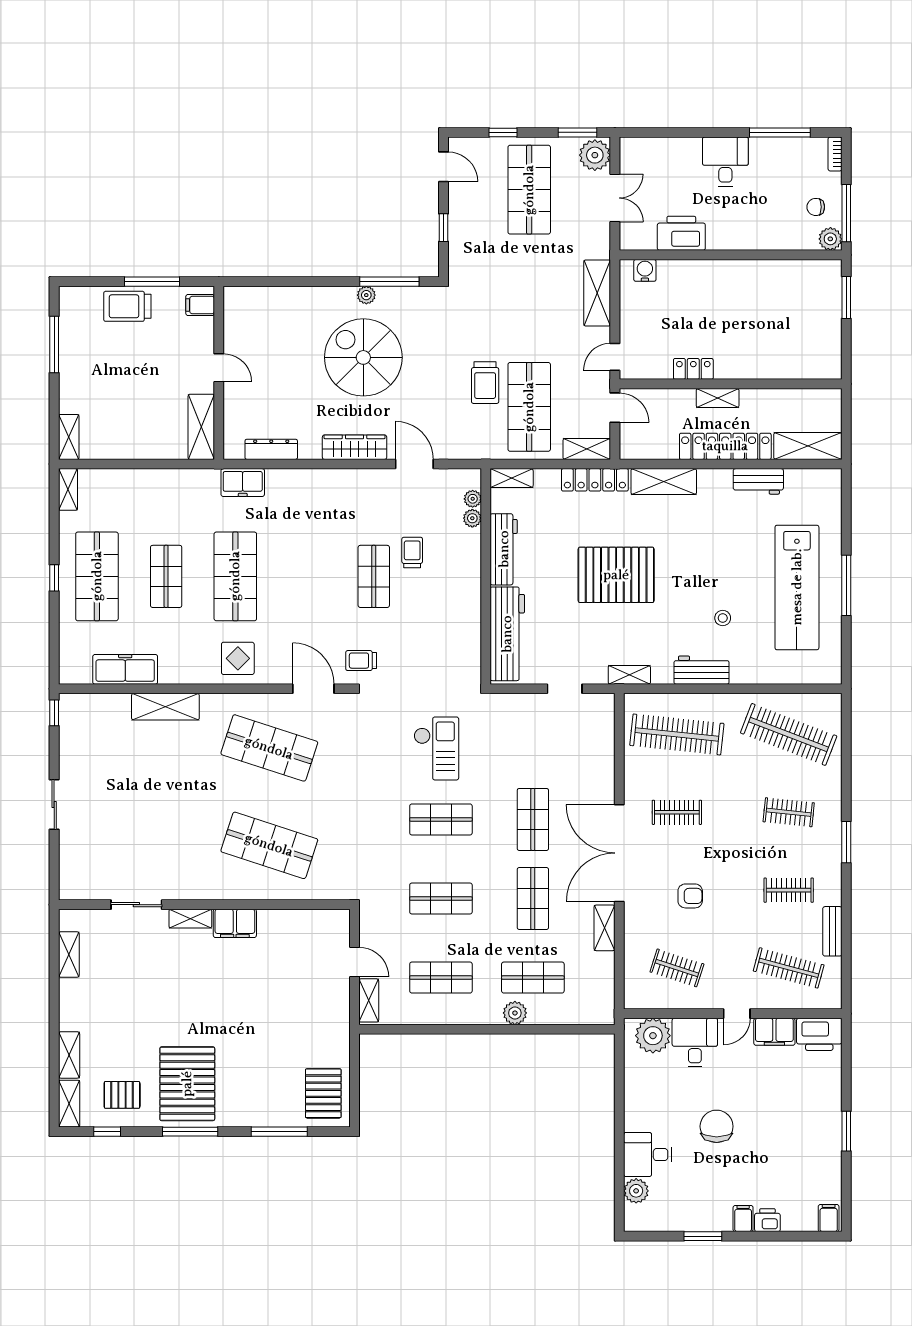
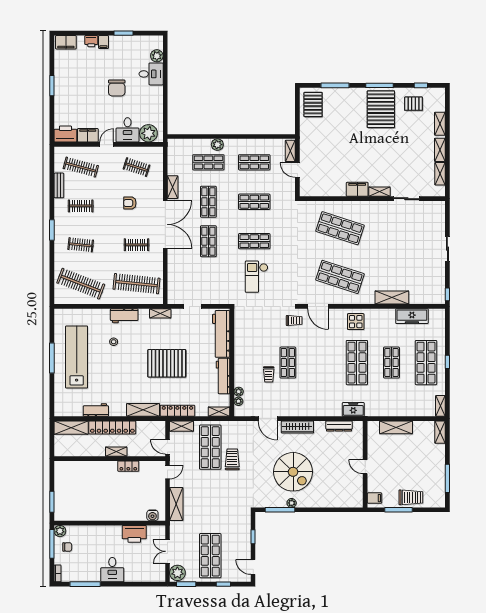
shelving: (201, 427) -> (396, 427), moved, turned 90
shelving: (69, 1104) -> (440, 150), moved
filing cabinet: (829, 1218) -> (66, 42), width x2.00

